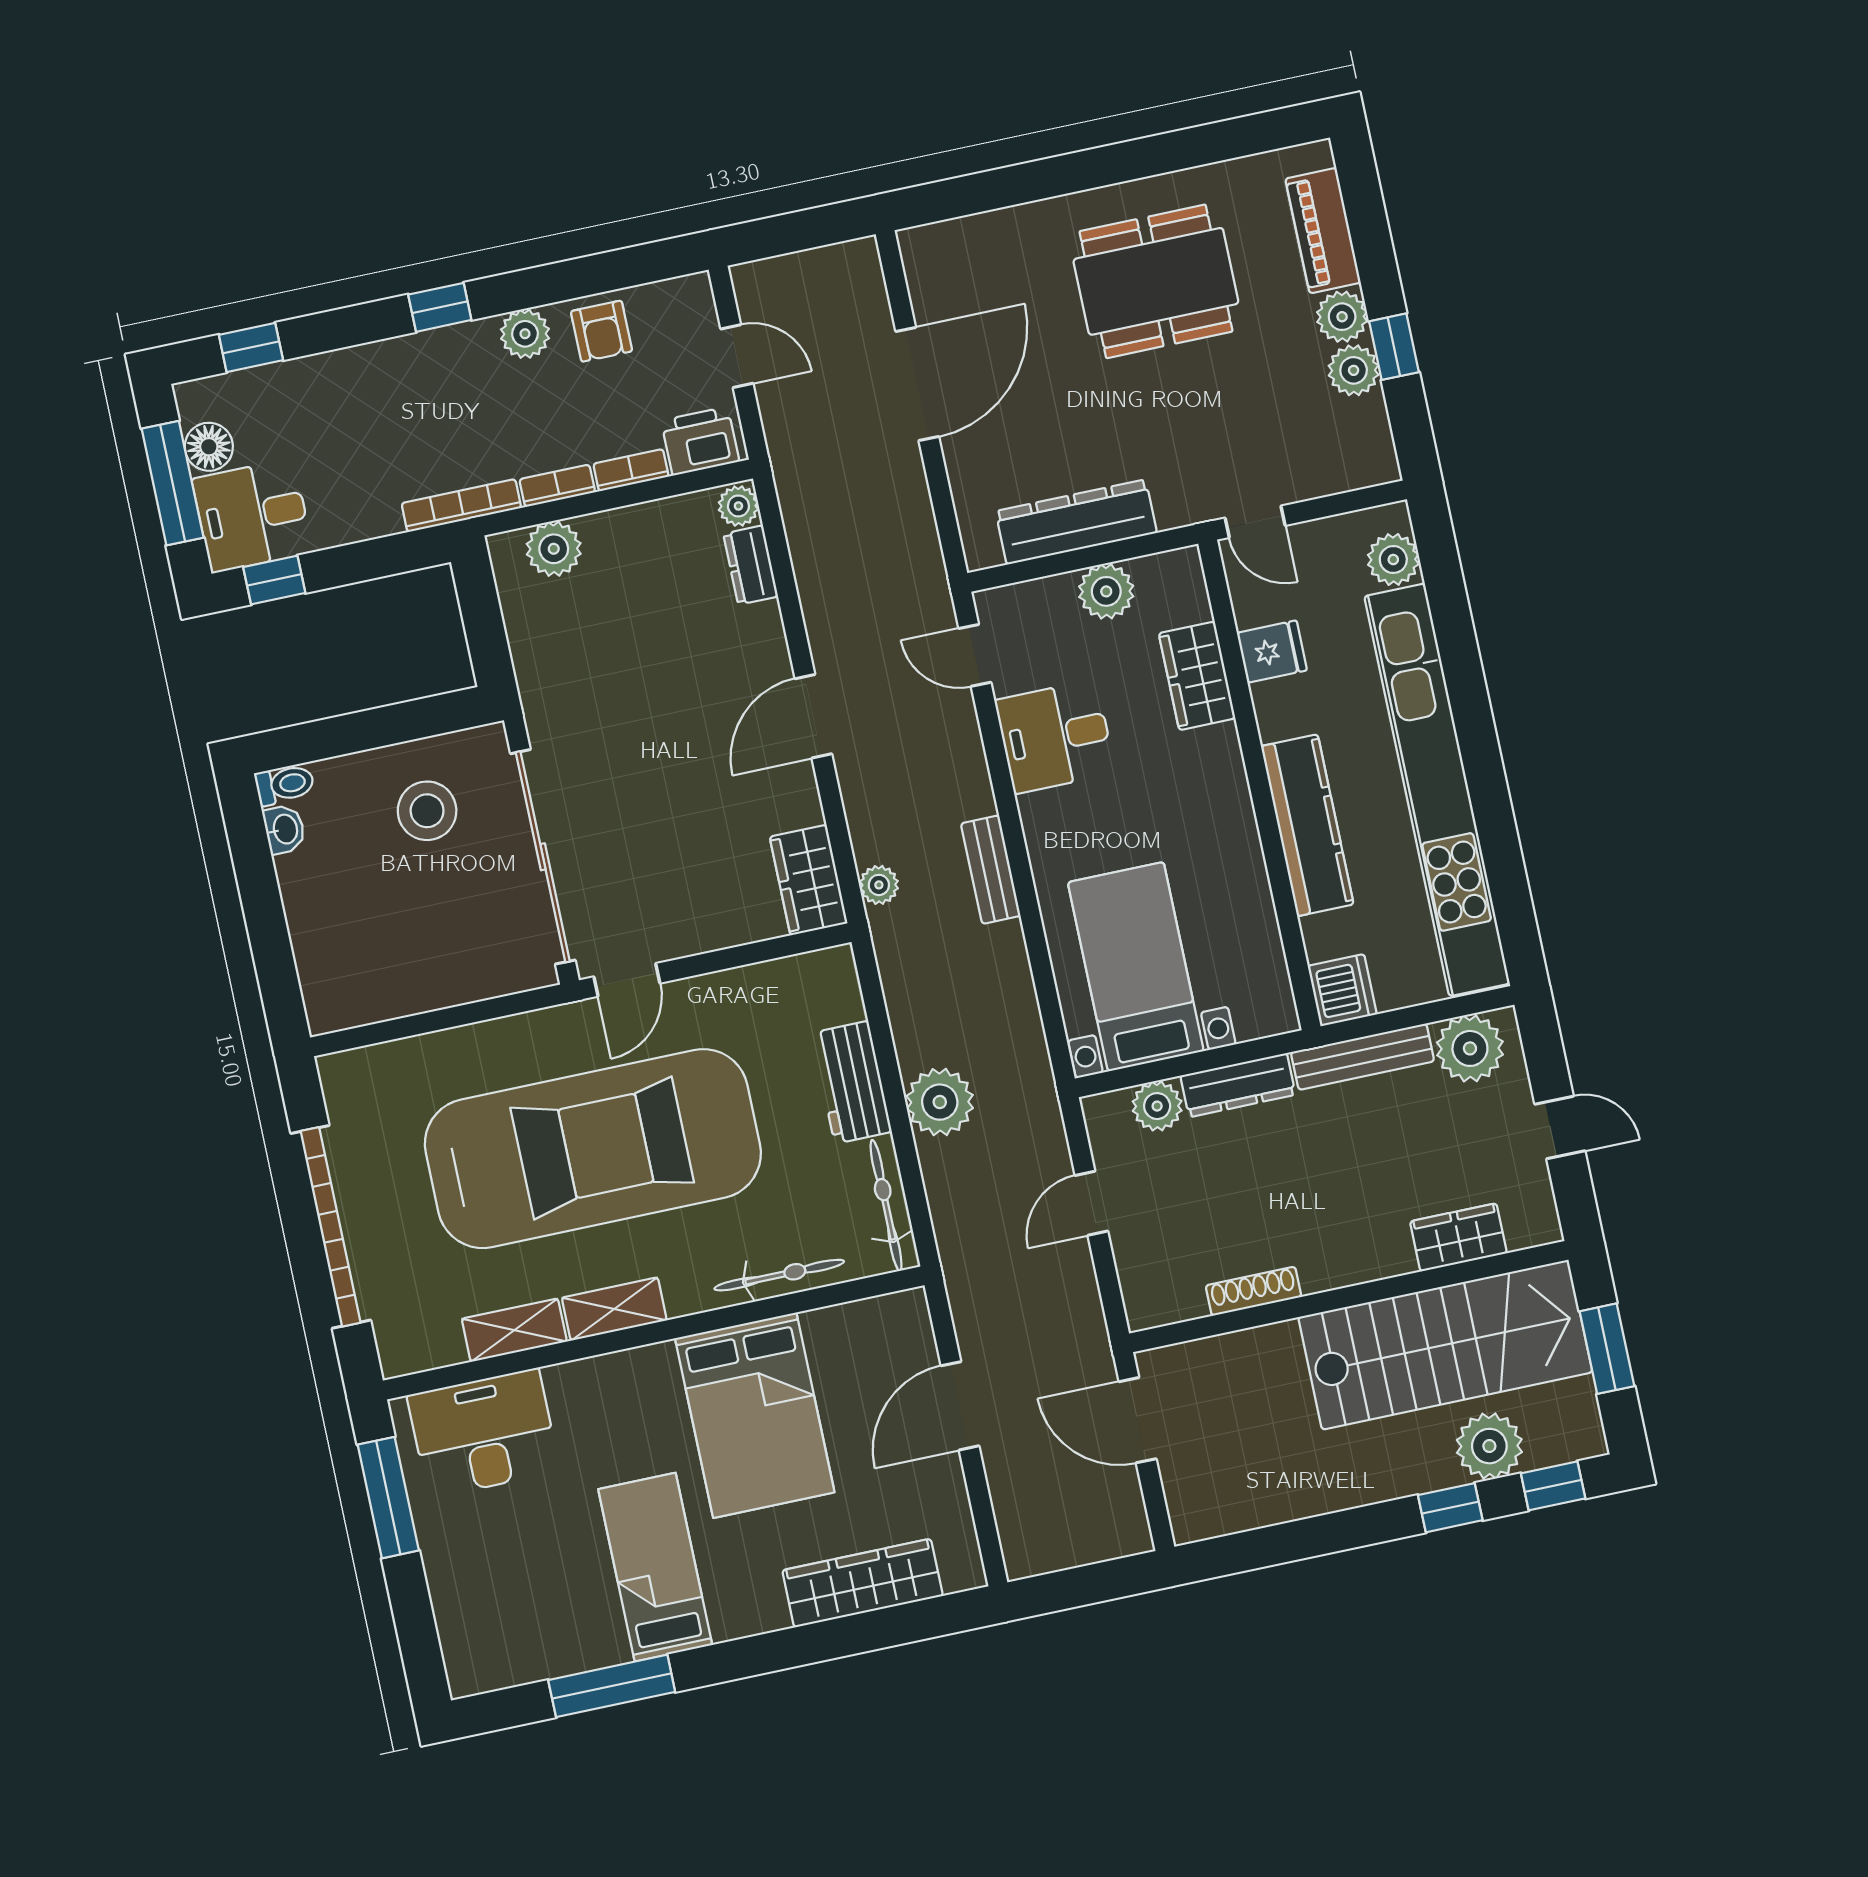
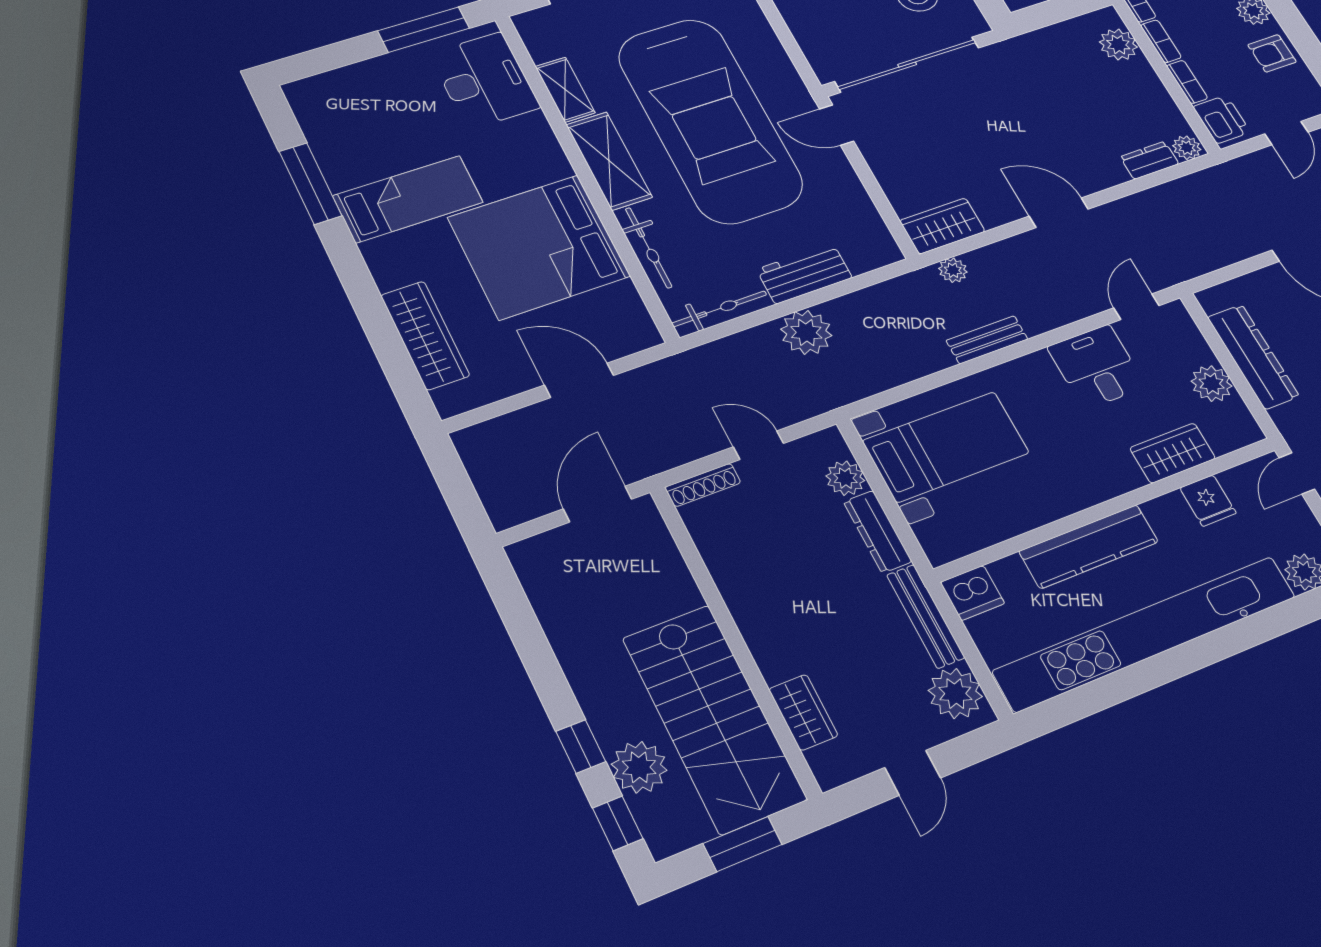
shoe rack: (1253, 1291) -> (703, 485), moved, turned 90
shelving: (614, 1309) -> (609, 161), width x1.50, depth x1.33
bed: (755, 1415) -> (539, 247), width x1.36

